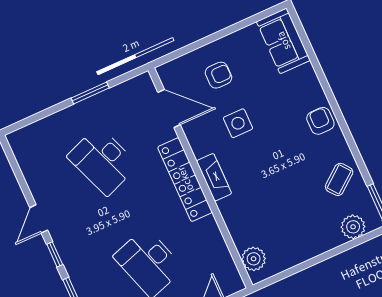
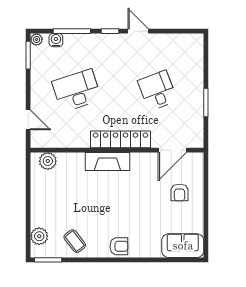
side table: (238, 123) -> (142, 191), removed
desk: (103, 161) -> (157, 91), width x0.73
fireplace: (214, 177) -> (107, 161), width x1.37, depth x1.32

